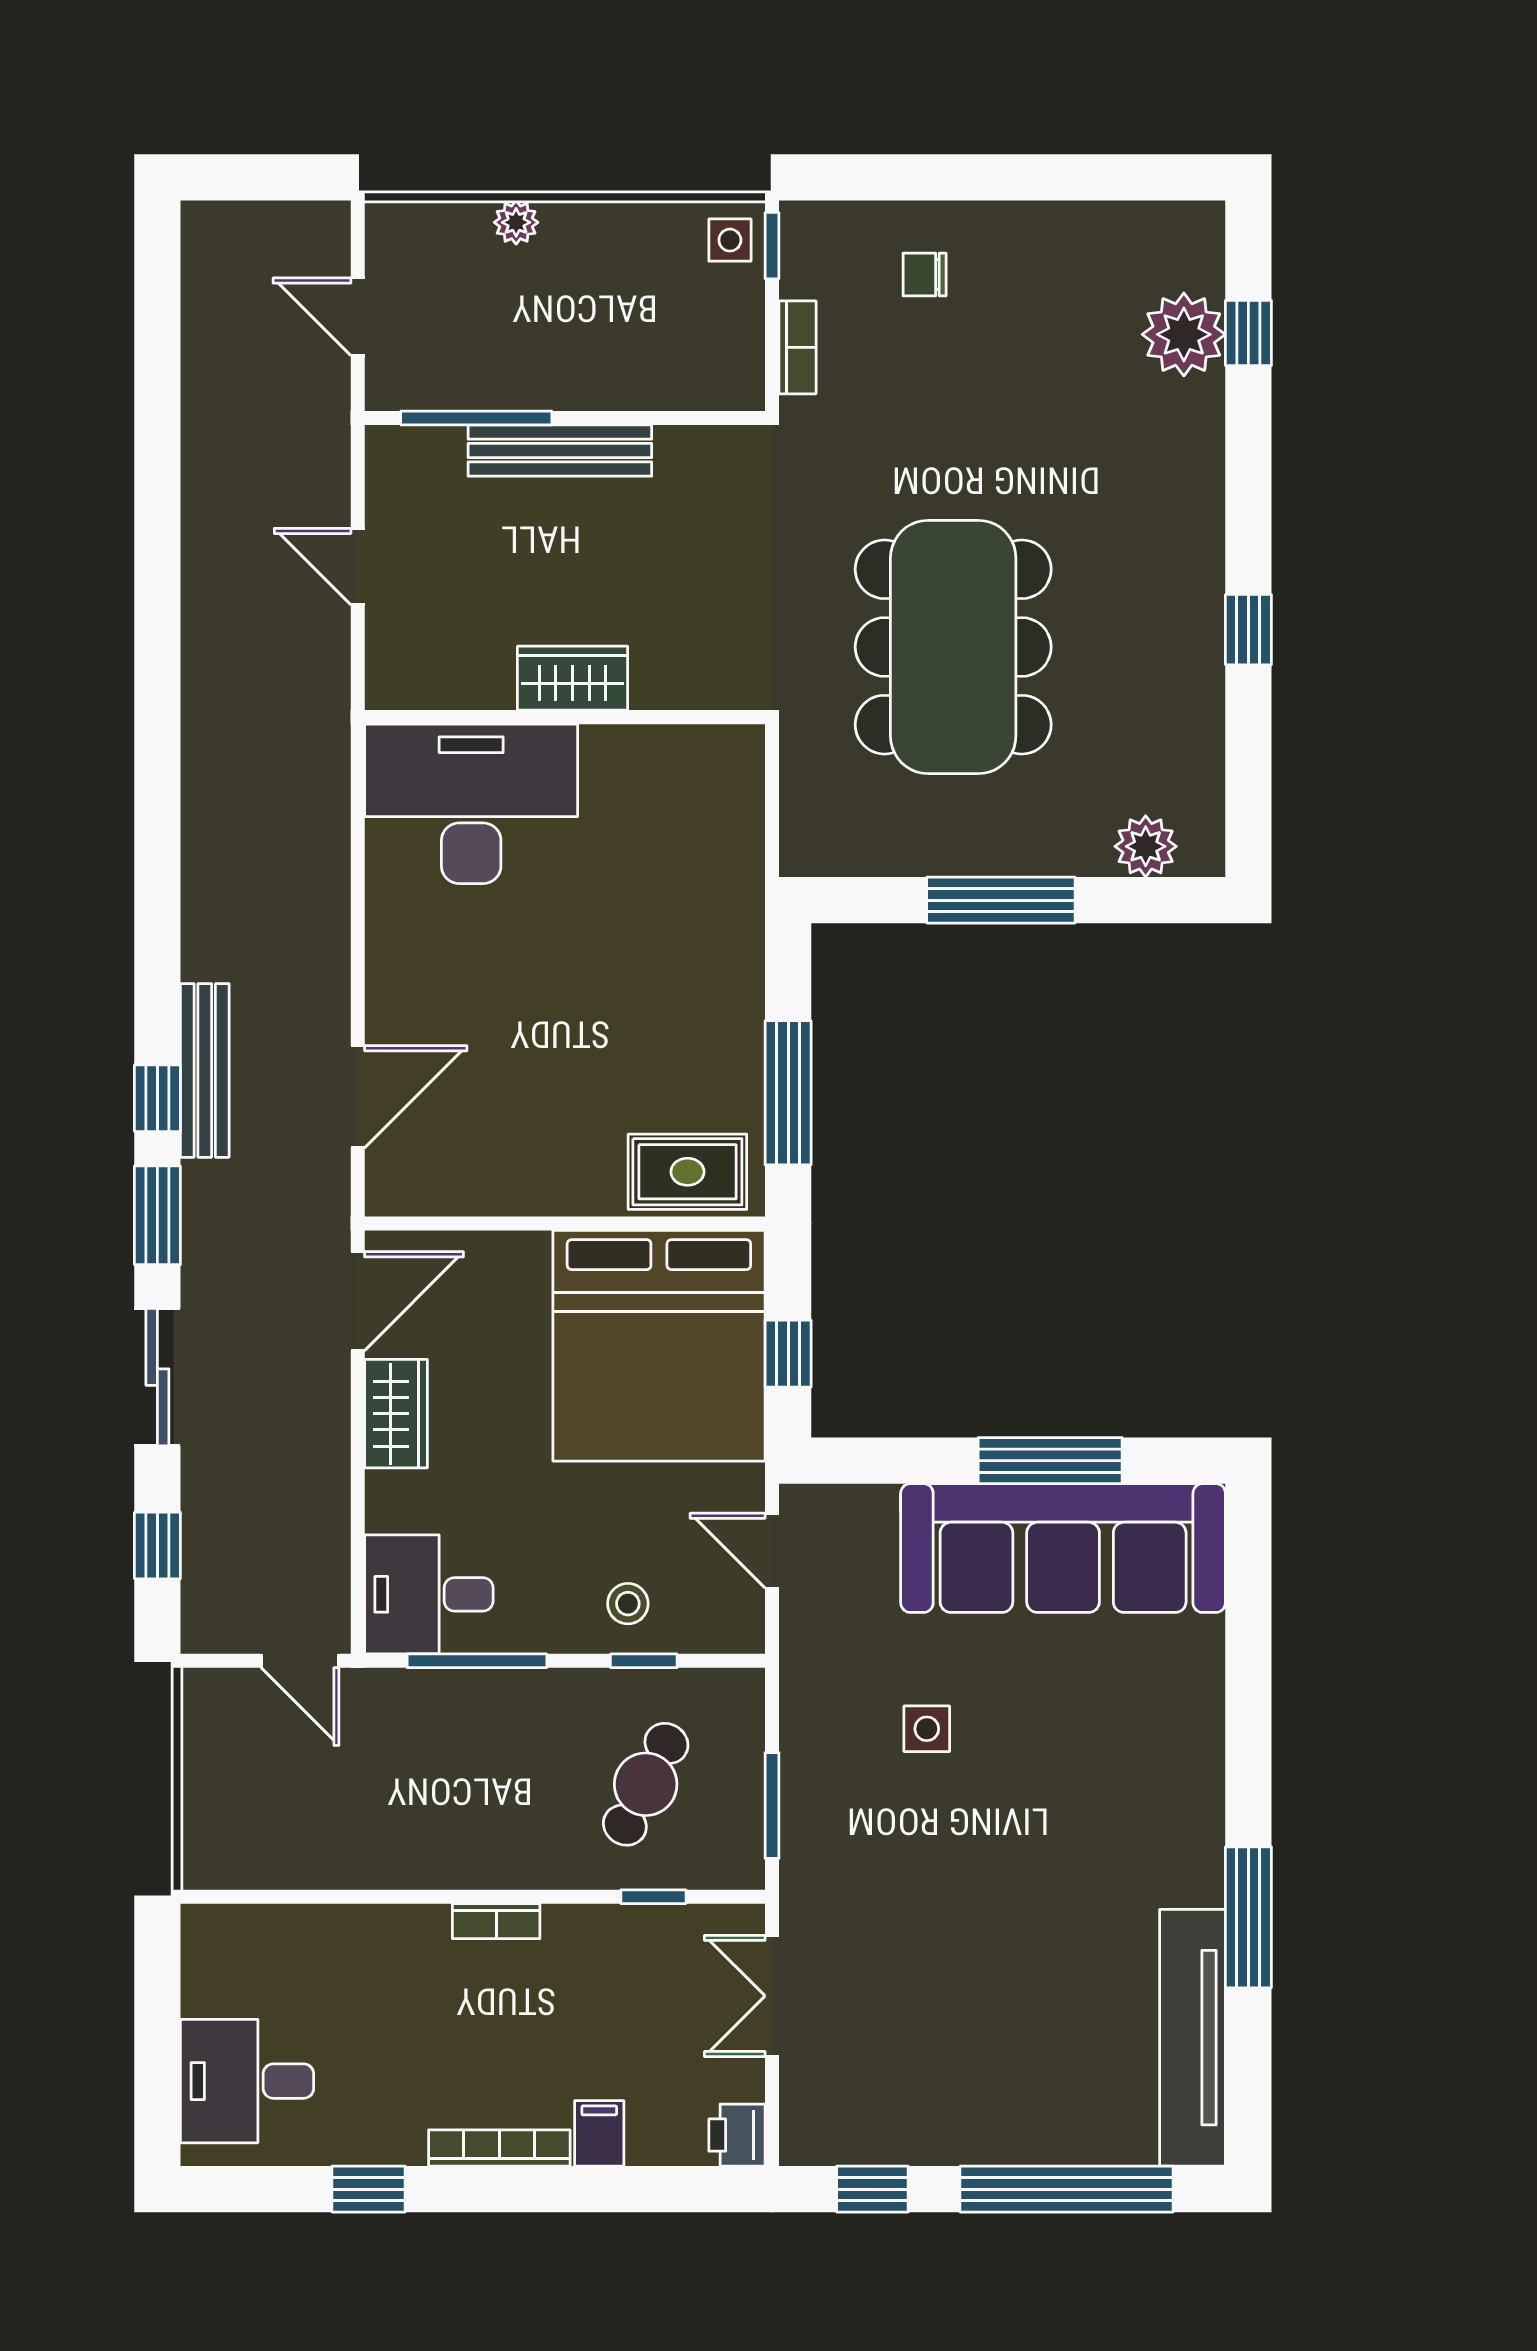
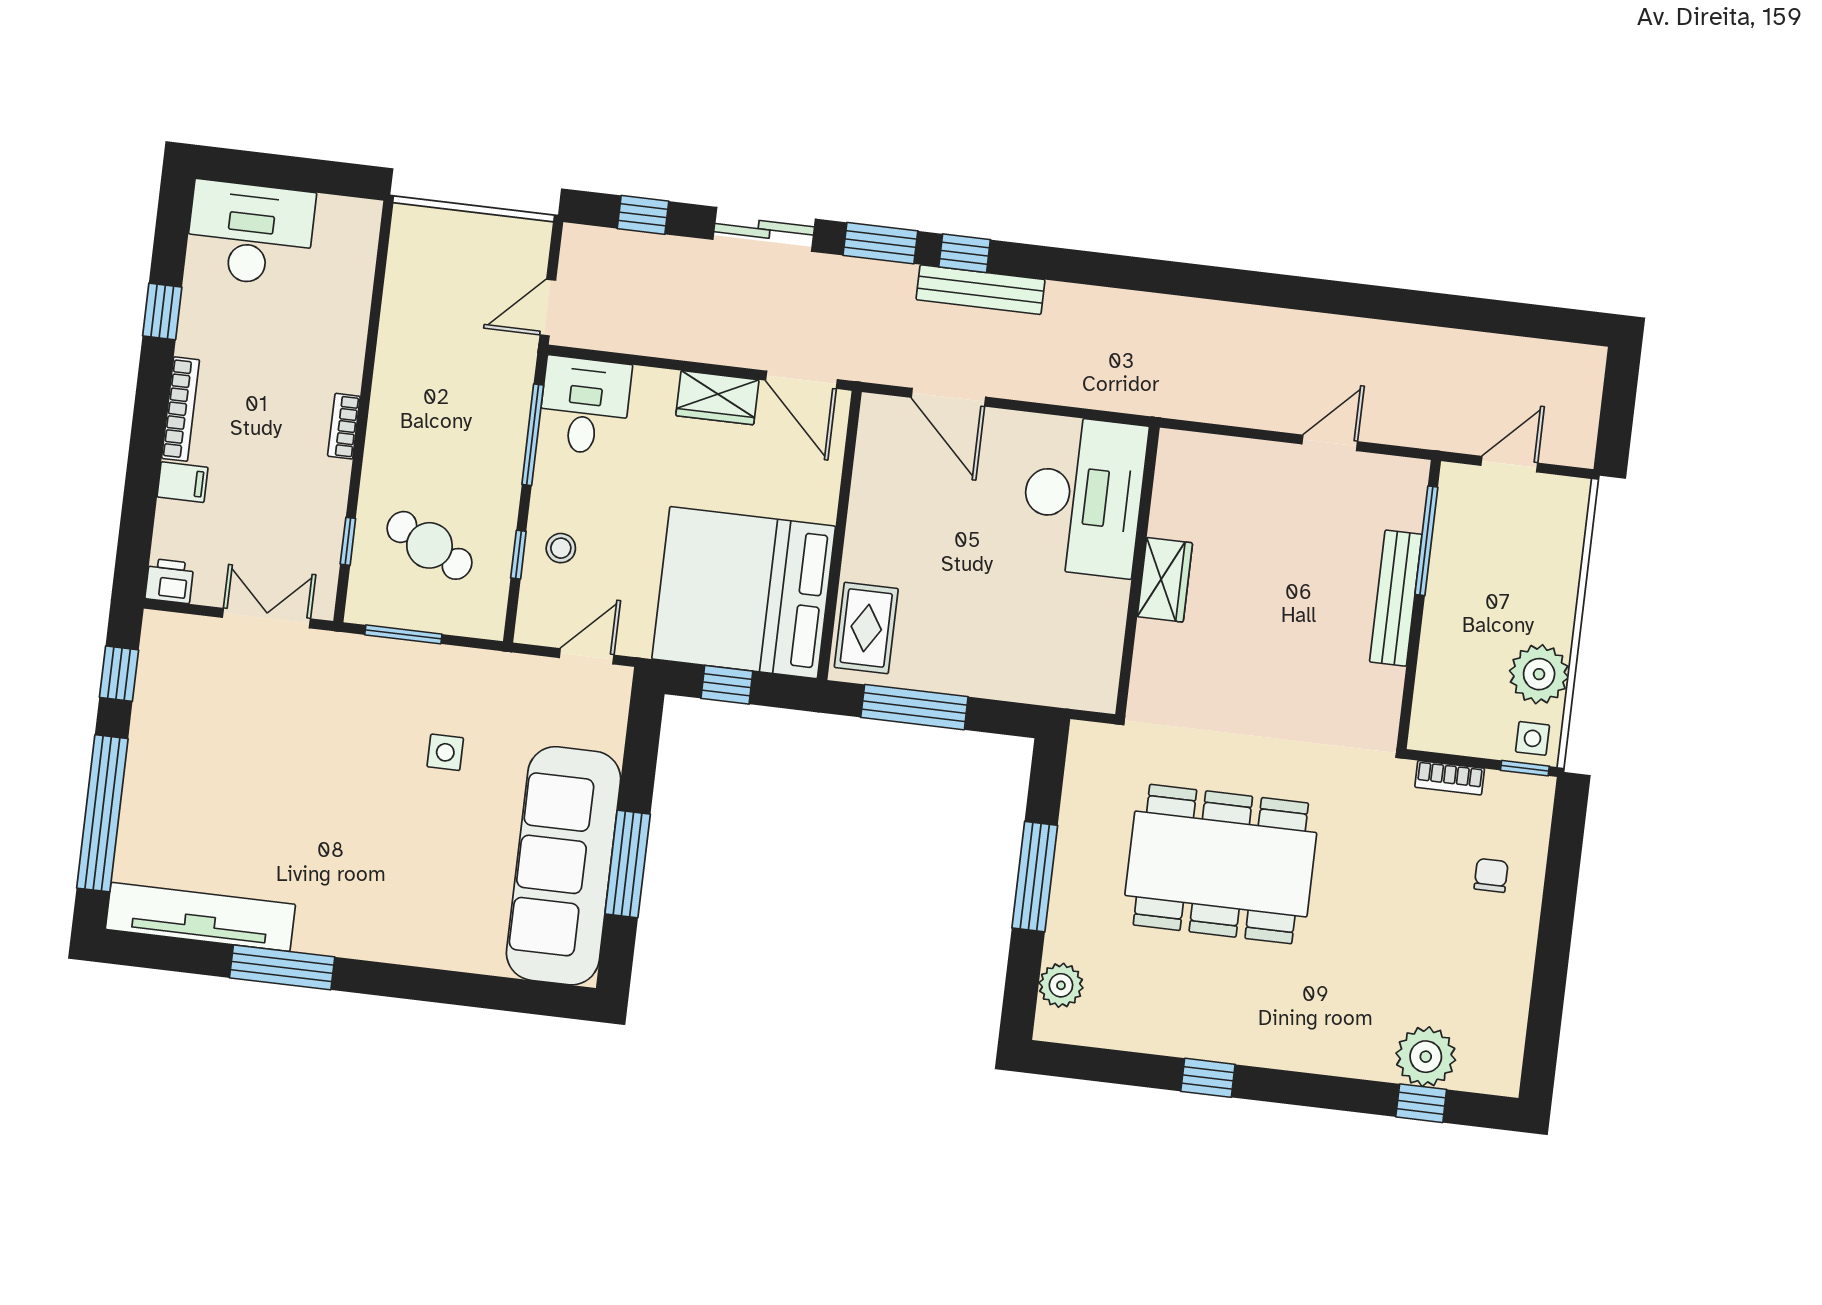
plant: (516, 222) -> (1539, 674), moved, width x1.88, depth x1.88
wardrobe: (573, 678) -> (1165, 580), moved
wall: (565, 717) -> (1137, 571), moved
desk: (471, 804) -> (1083, 496), moved
desk: (247, 2081) -> (250, 233), width x1.37

